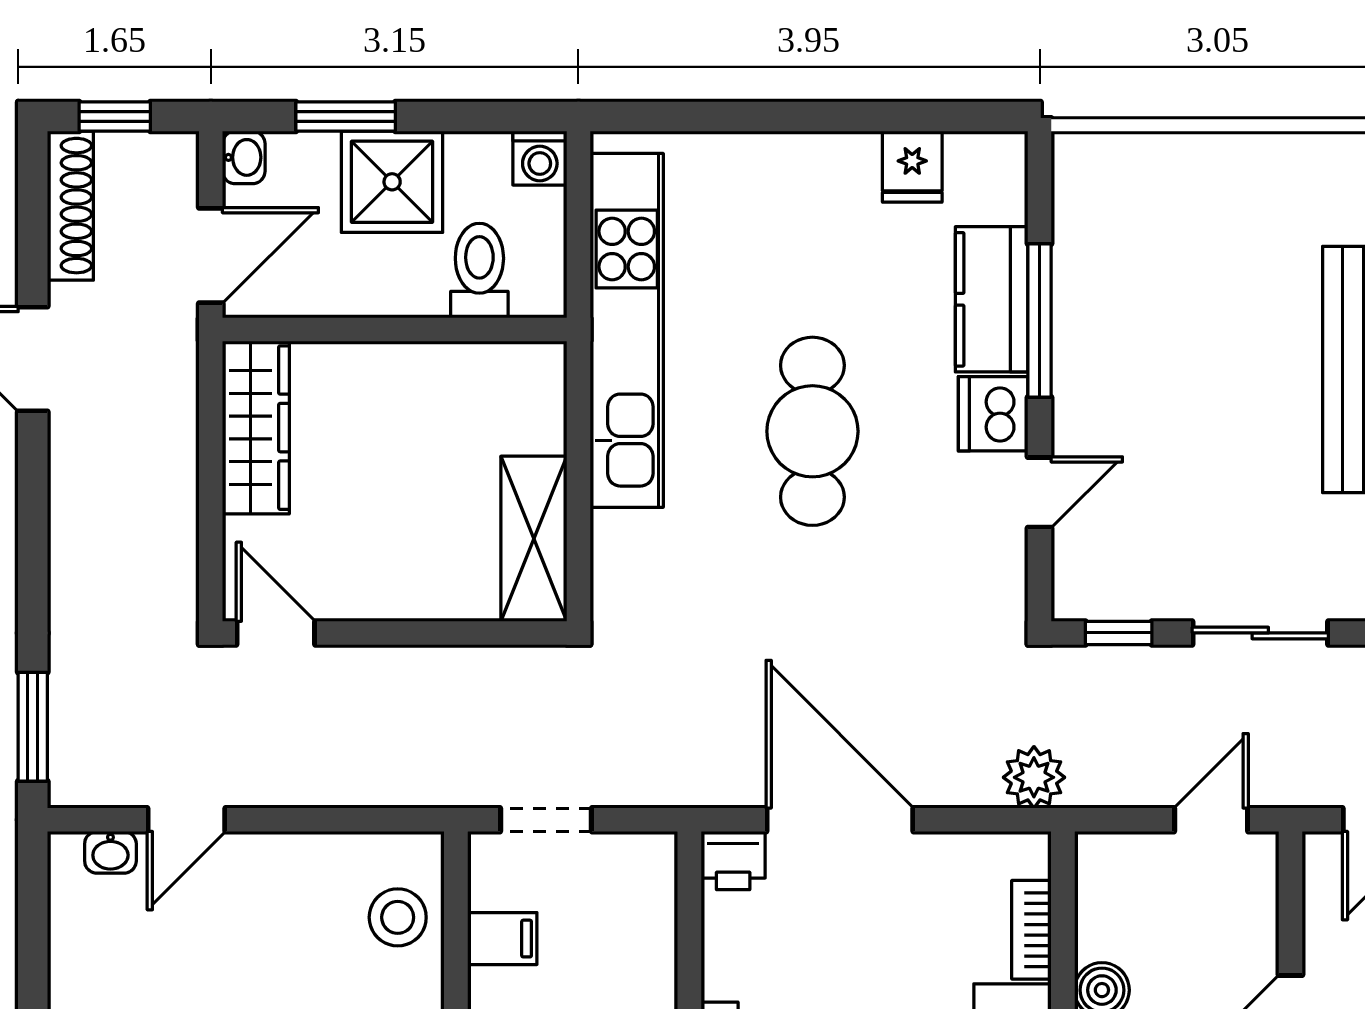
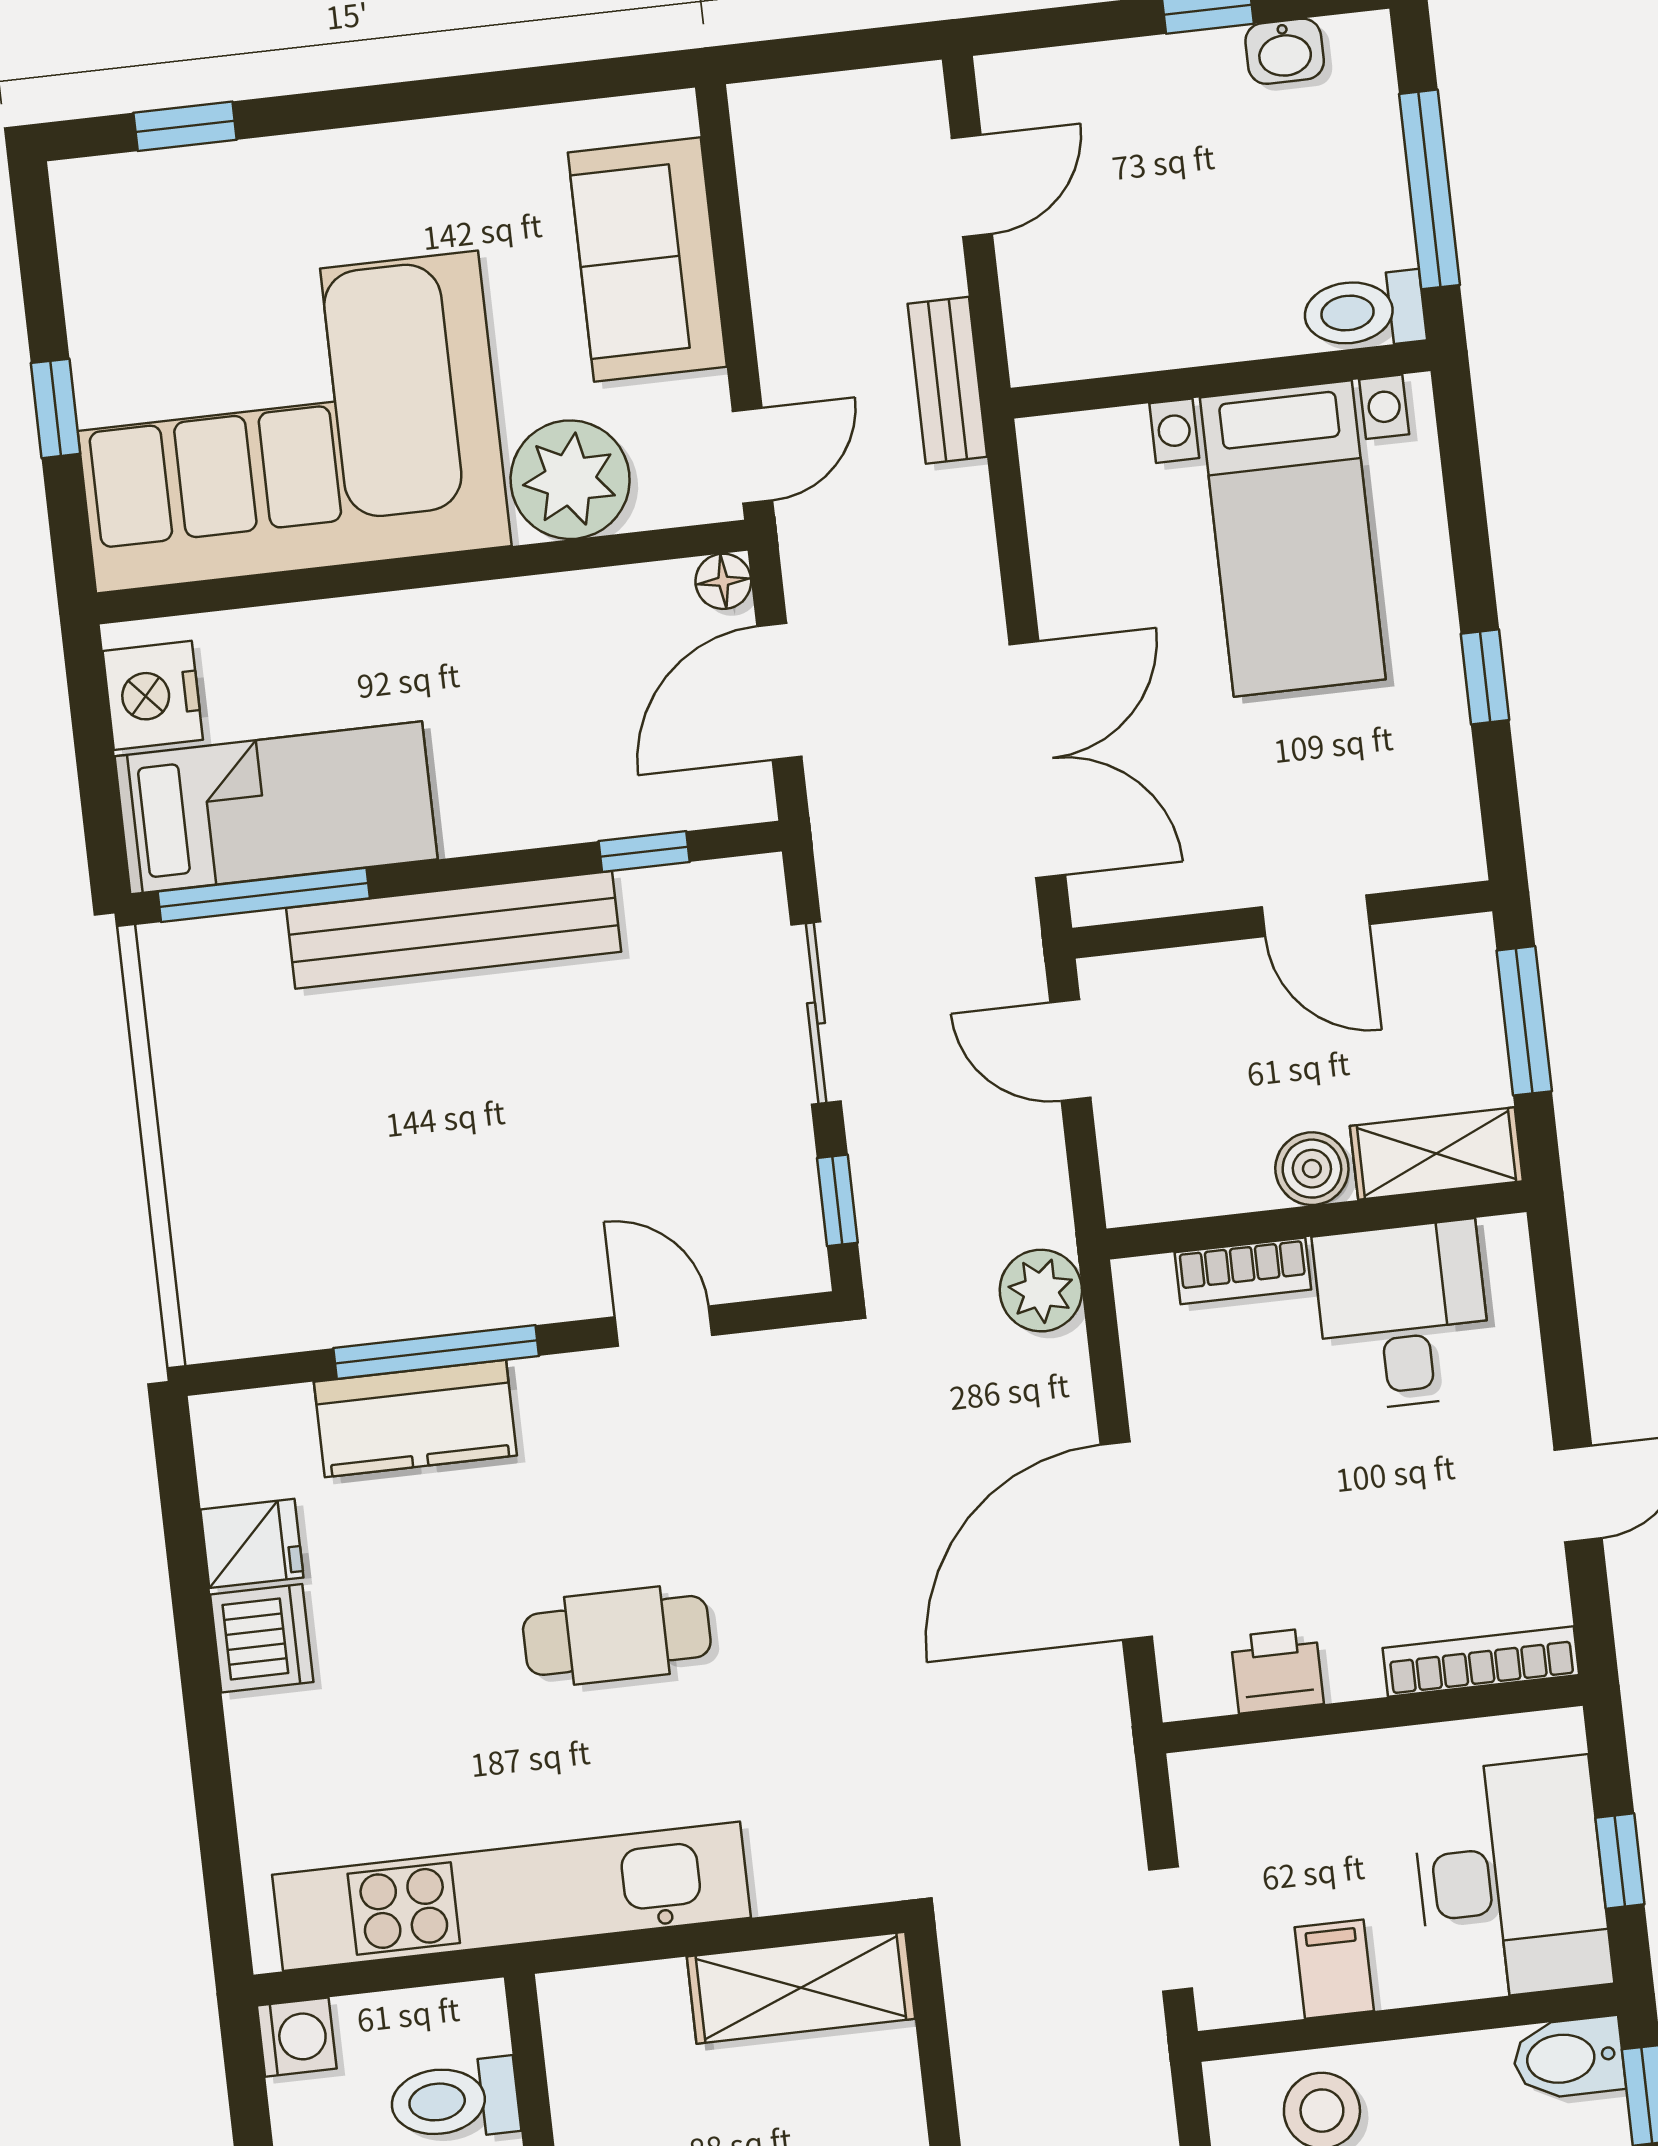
dishwasher: (993, 414) -> (262, 1638), moved, turned -90
cafe table: (812, 431) -> (617, 1635), width x0.73, depth x0.74
printer: (733, 861) -> (1277, 1670), moved, turned -90

